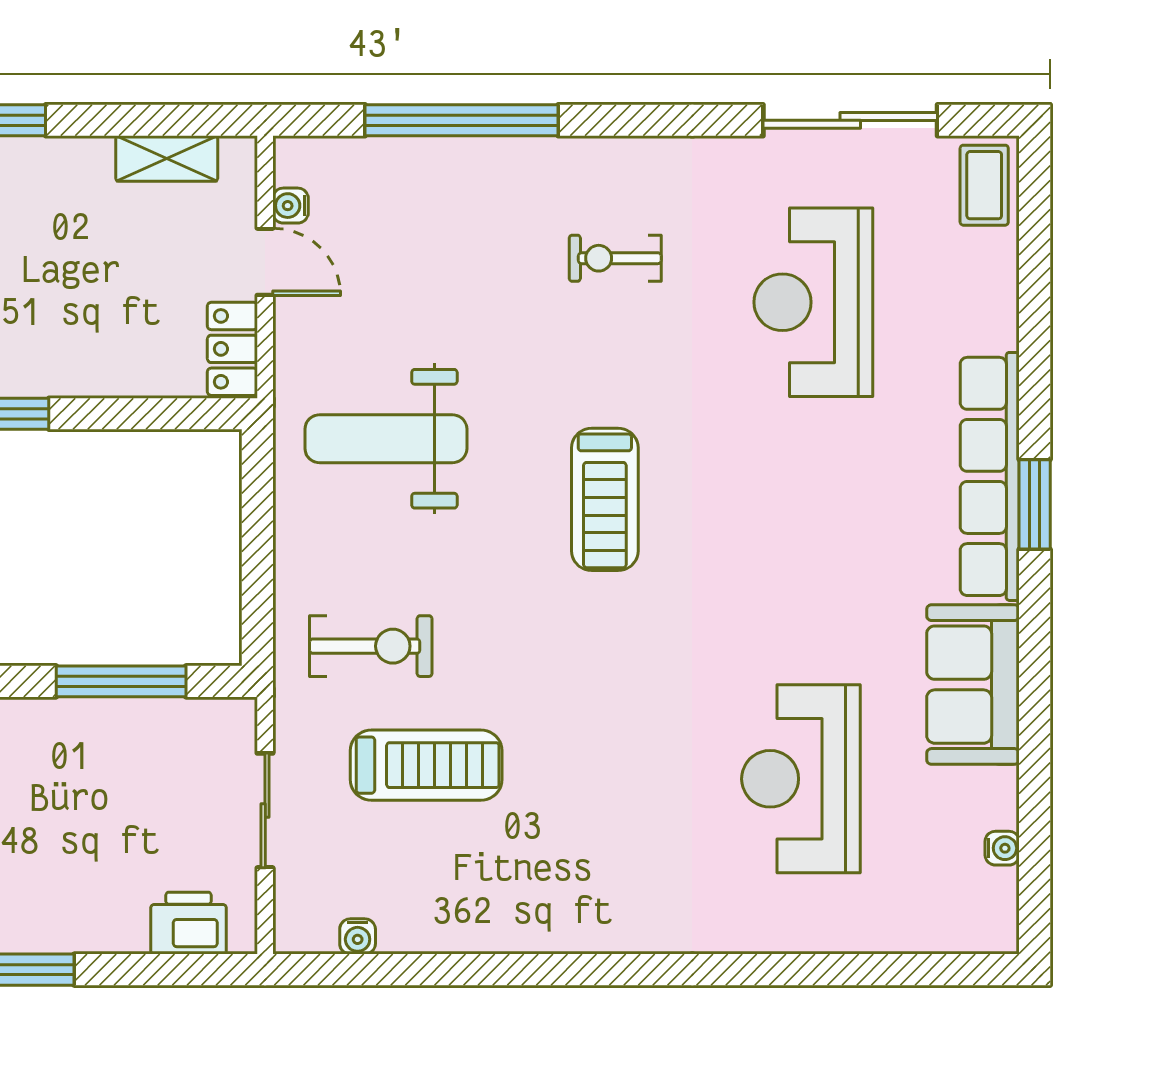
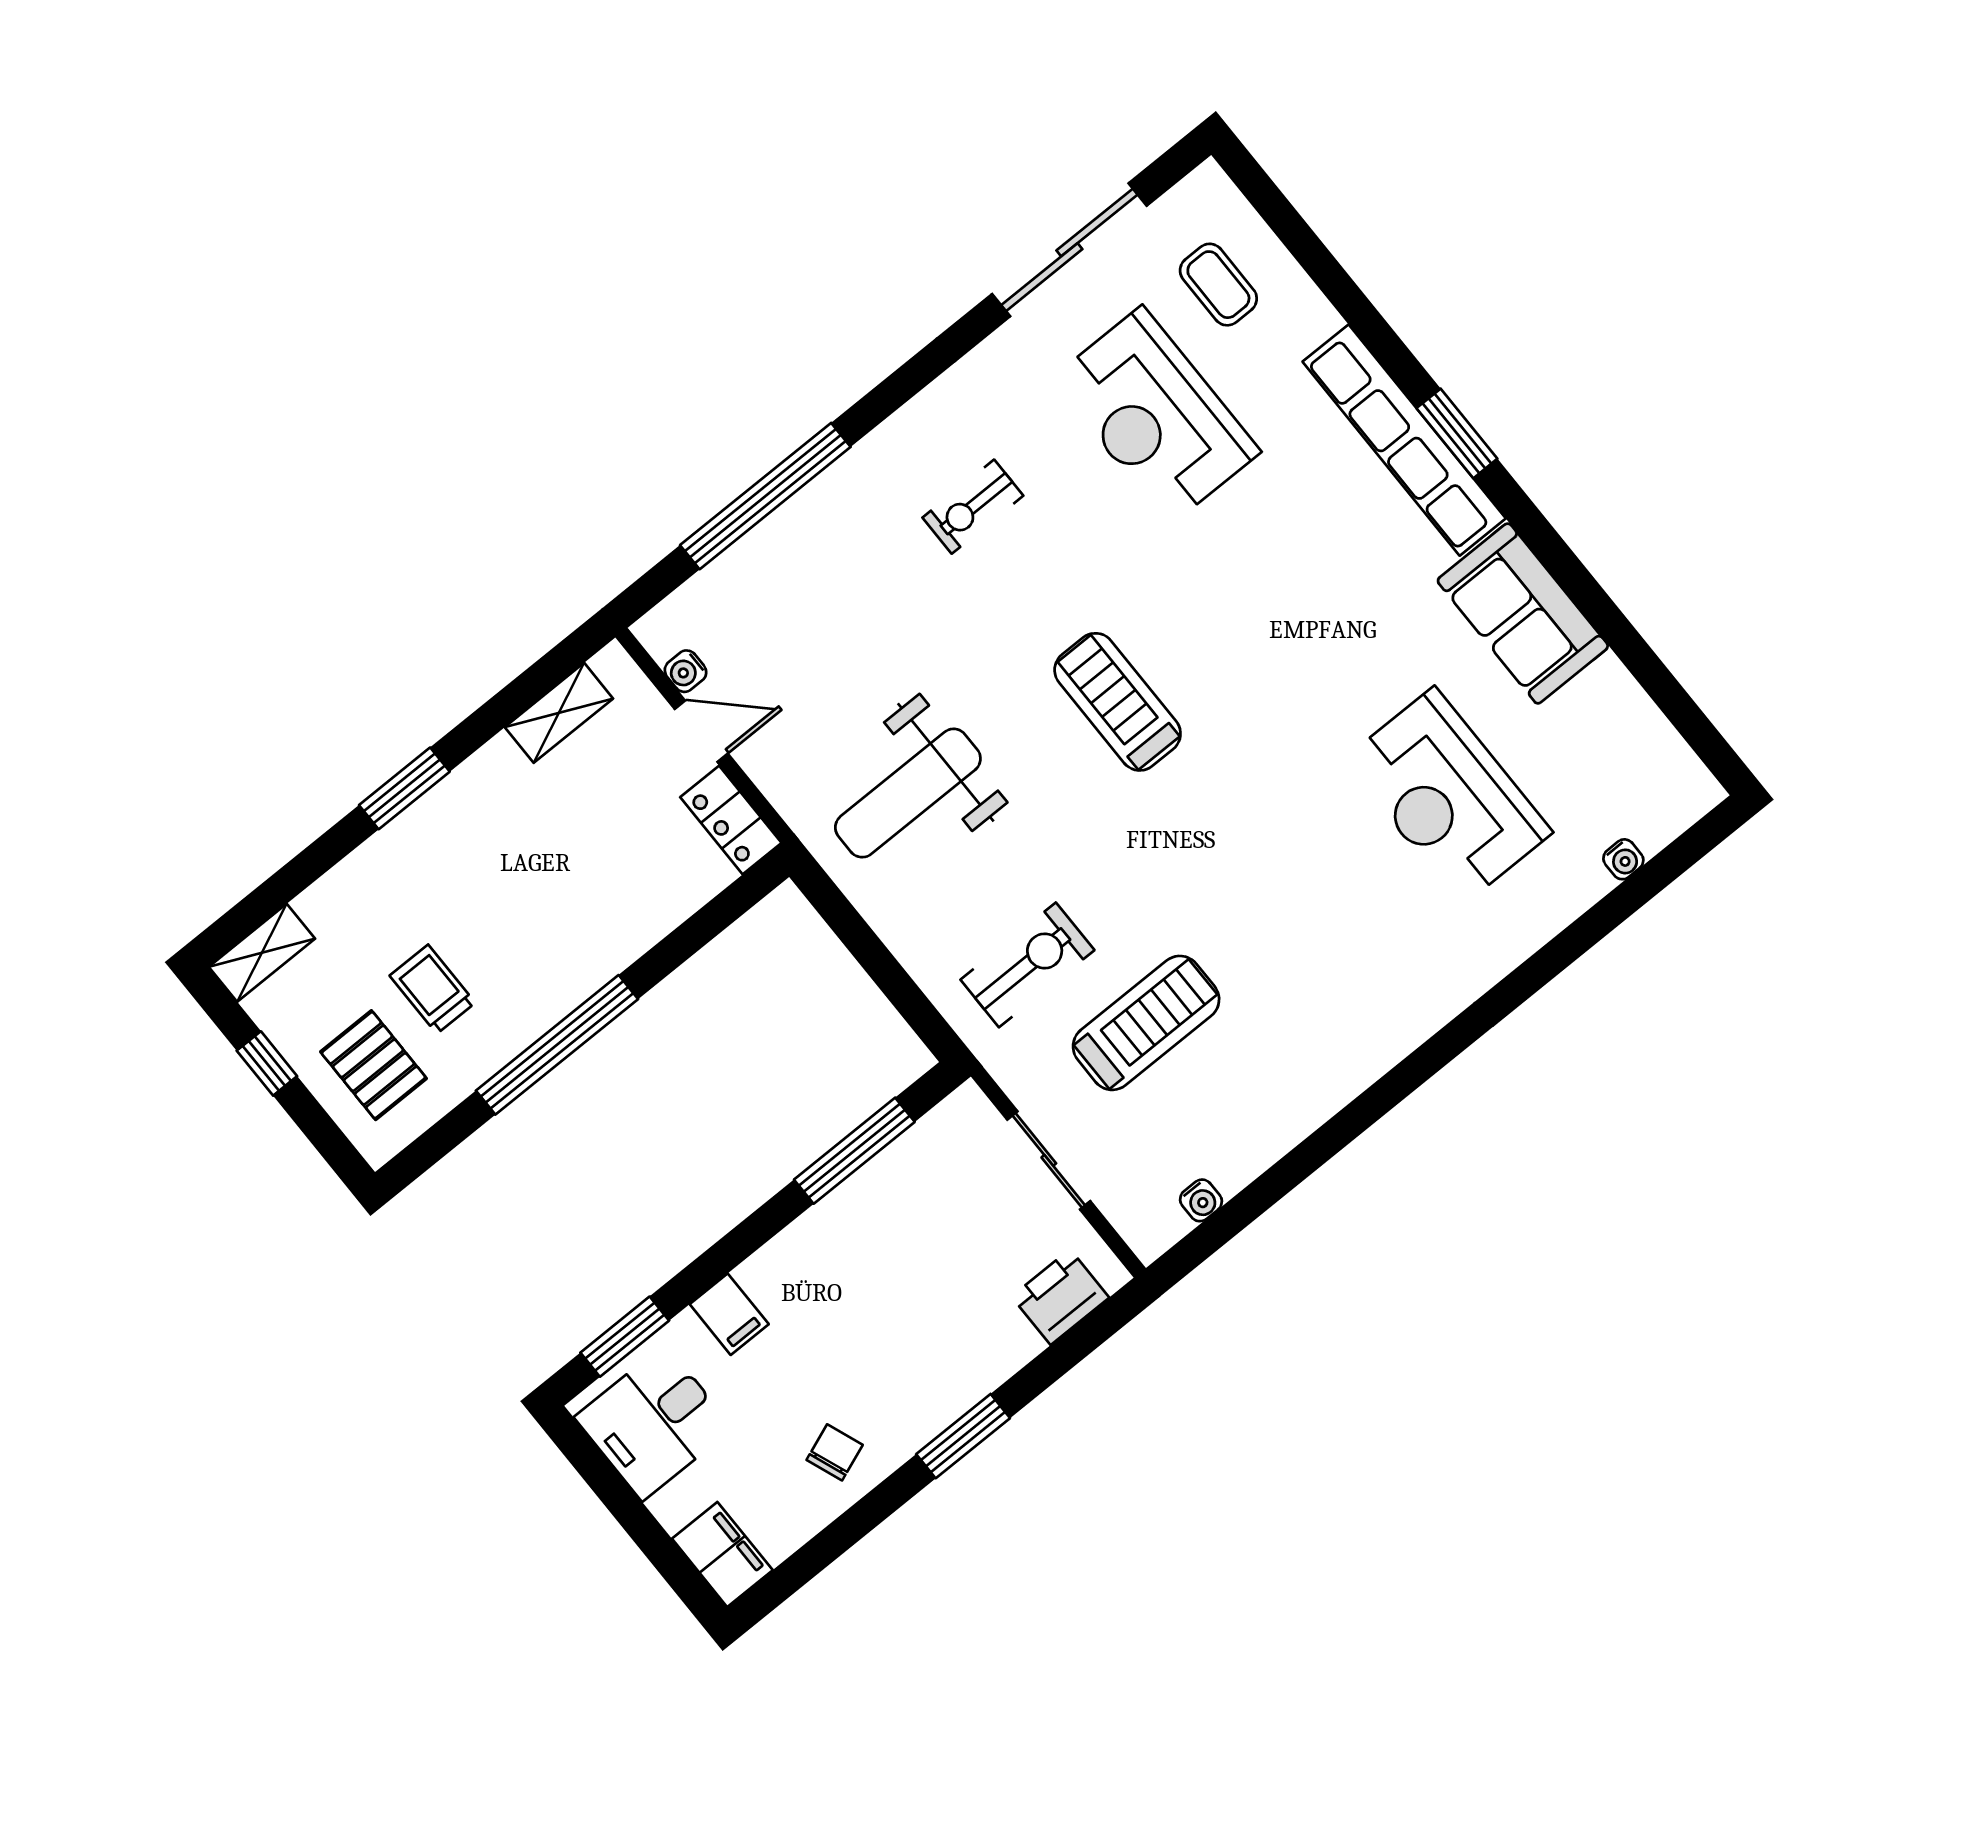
coffee table: (984, 185) -> (1218, 285), moved
treadmill: (605, 499) -> (1118, 702), turned 180
water cooler: (1002, 848) -> (1623, 859), moved, turned 90

